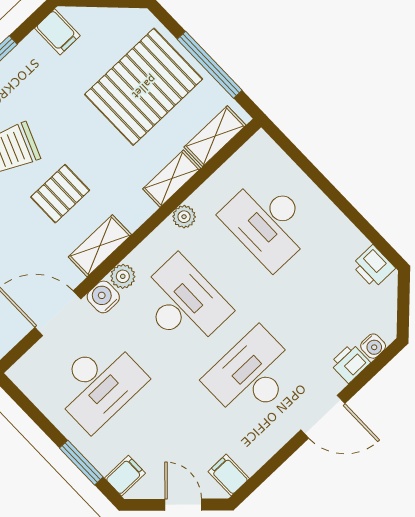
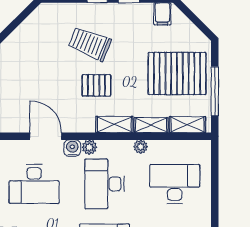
desk: (268, 222) -> (175, 184), turned 90
shelving: (100, 246) -> (114, 124), moved
desk: (183, 303) -> (104, 184), turned 180

